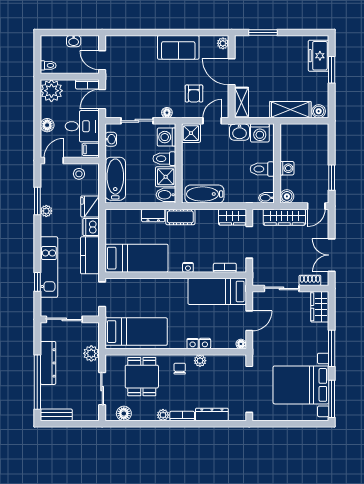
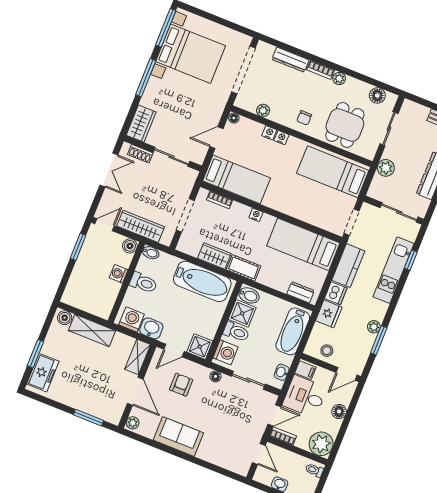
bathtub: (204, 194) -> (202, 281), width x1.36, depth x1.36
dresser: (153, 215) -> (301, 292), moved
wardrobe: (232, 217) -> (214, 256), moved
plant: (200, 361) -> (263, 110), moved

